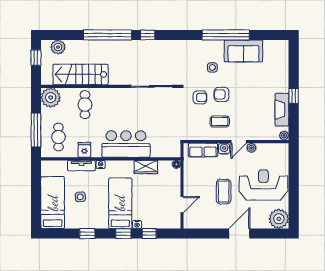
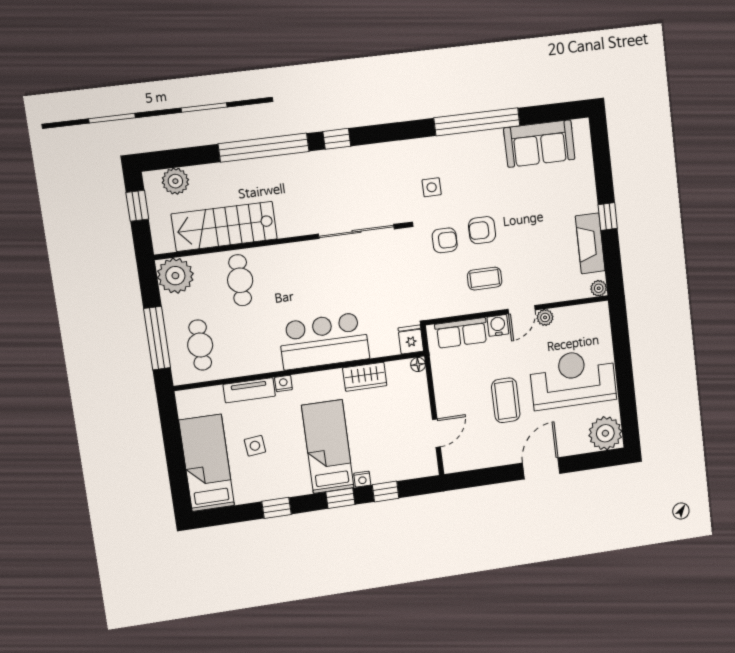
sofa: (243, 51) -> (539, 144), moved
side table: (212, 67) -> (432, 187), moved
fridge: (84, 150) -> (411, 339), moved

